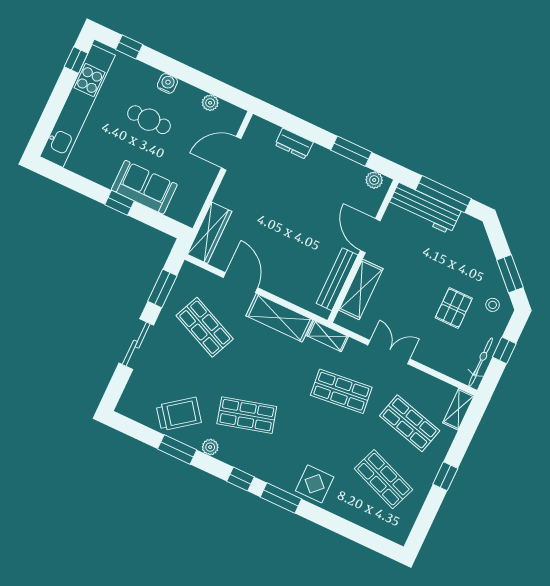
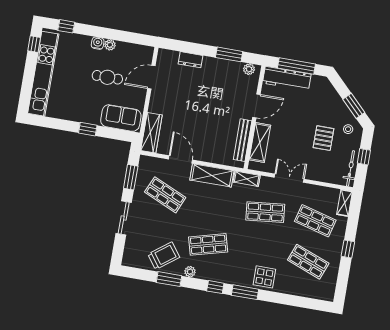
plant: (210, 103) -> (110, 45), moved
cafe table: (149, 120) -> (107, 77), moved
sofa: (144, 187) -> (121, 118), moved
door: (370, 236) -> (256, 106), swing flipped

